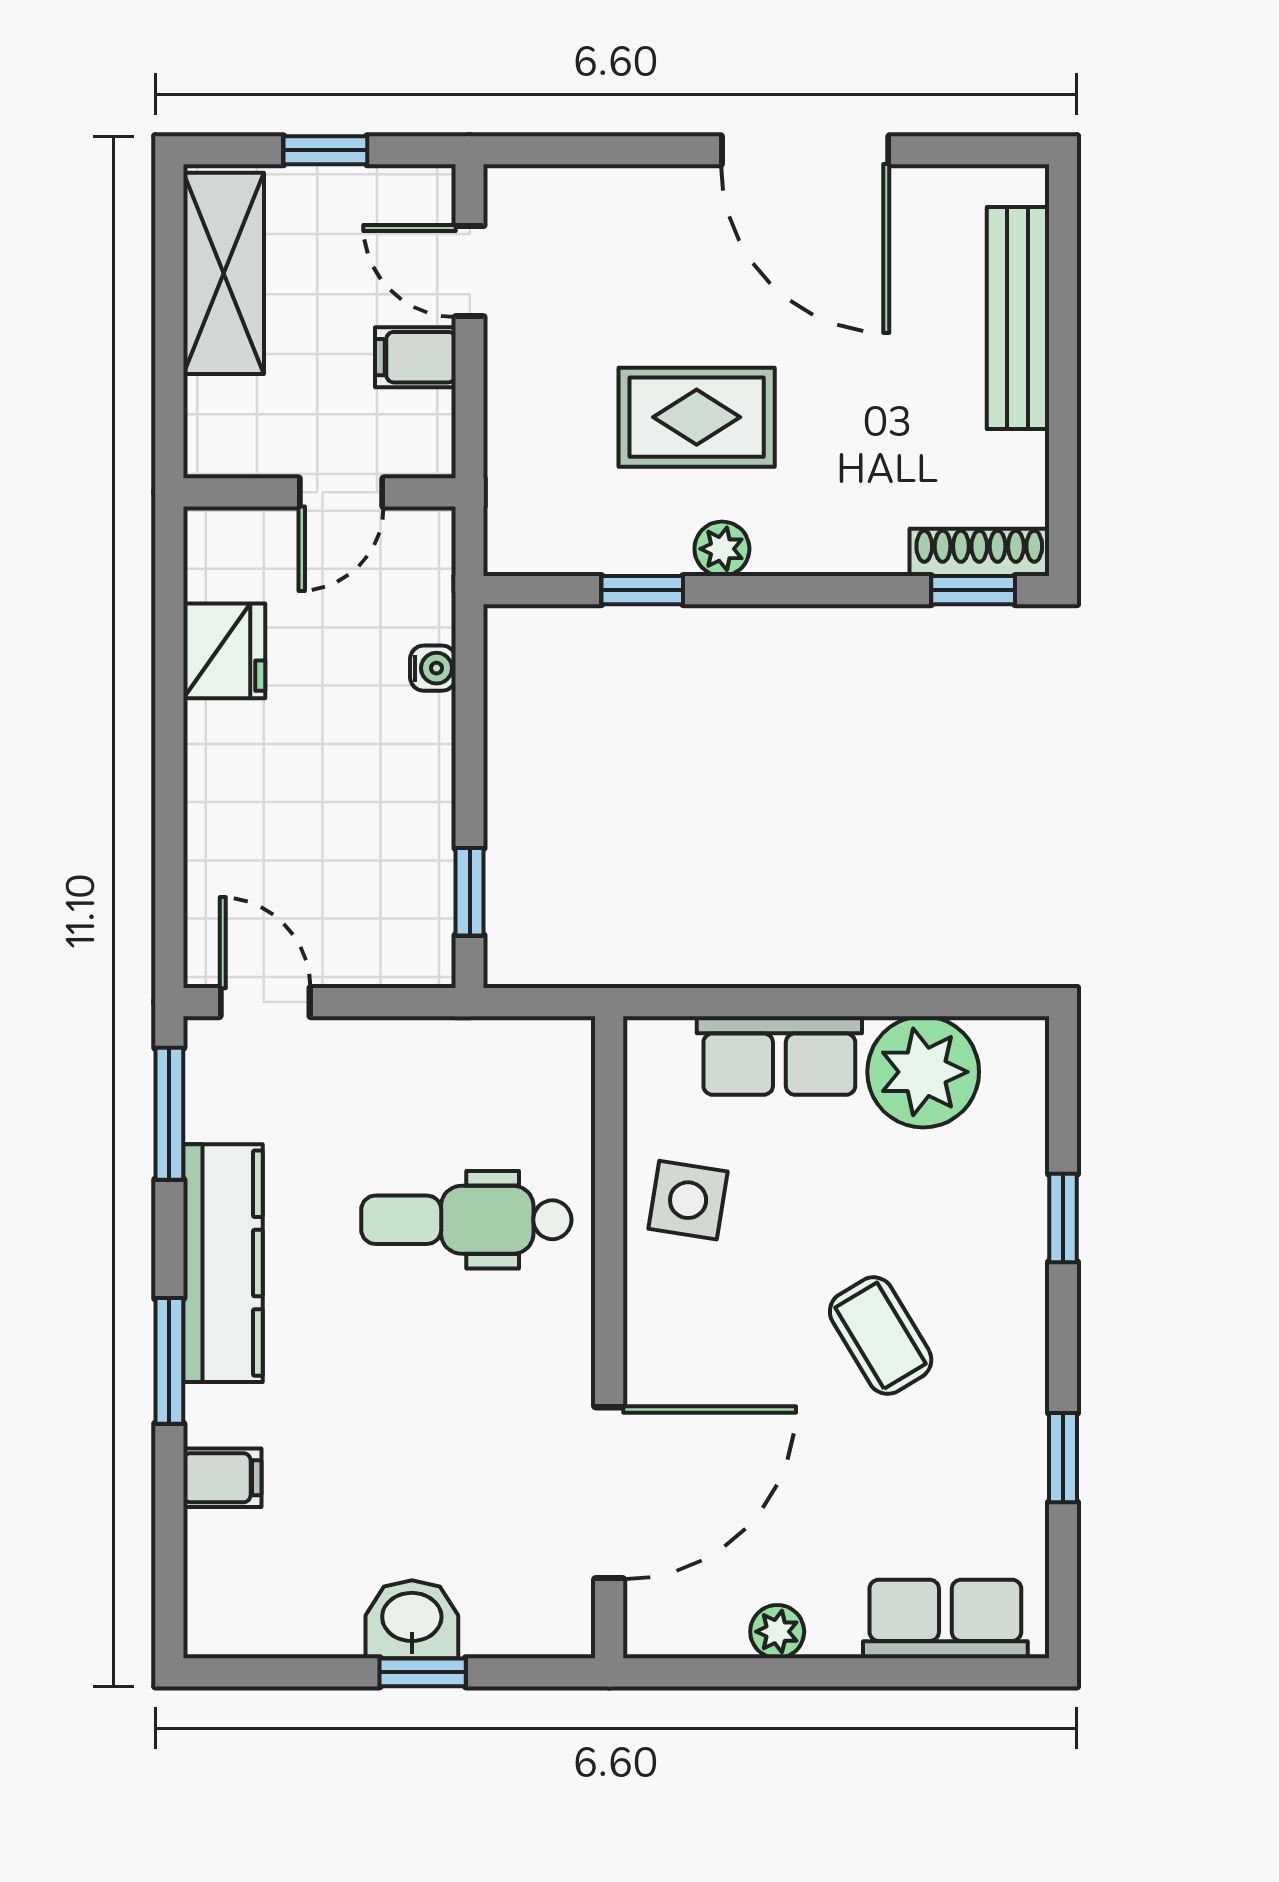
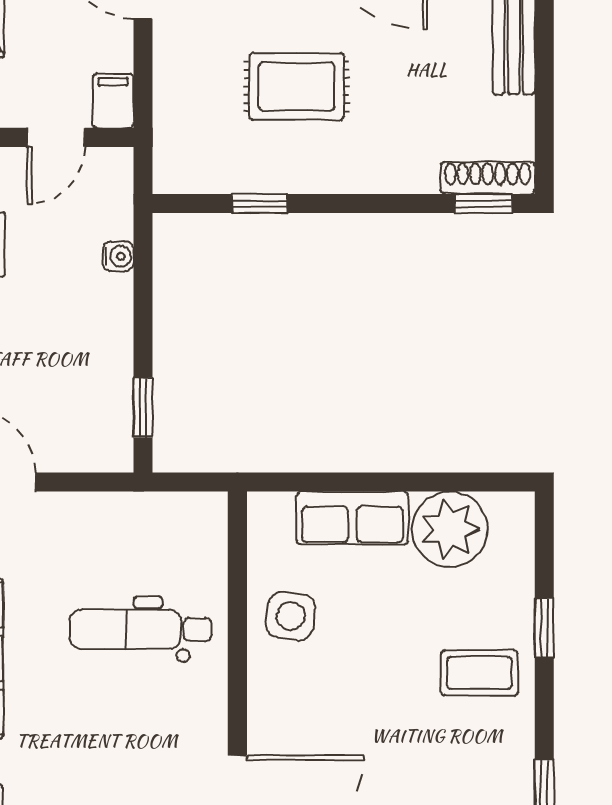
filing cabinet: (415, 357) -> (113, 101), moved, turned 90
plant: (722, 549) -> (314, 176), removed
coffee table: (881, 1336) -> (480, 673), moved, turned -59

